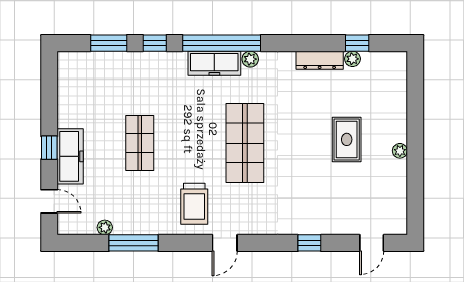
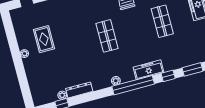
freezer: (214, 63) -> (149, 70), moved
rug: (347, 139) -> (44, 39), moved
shop shelf: (245, 143) -> (107, 36), width x0.70, depth x0.74

